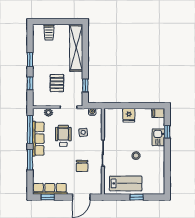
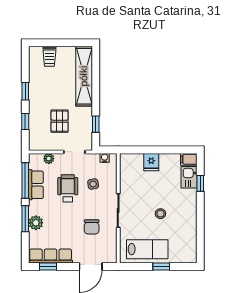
kitchen sink: (158, 137) -> (189, 177), moved
row of seats: (38, 139) -> (36, 185), width x0.68
plant: (38, 163) -> (36, 223), added

